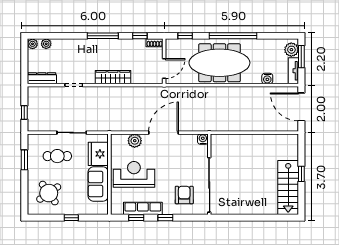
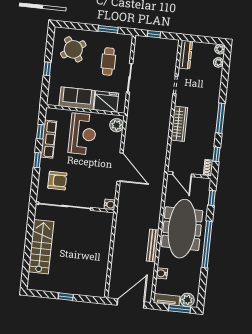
bench: (240, 91) -> (153, 246), added
plant: (135, 141) -> (117, 125), moved
stairs: (288, 188) -> (41, 247), moved, turned 90

